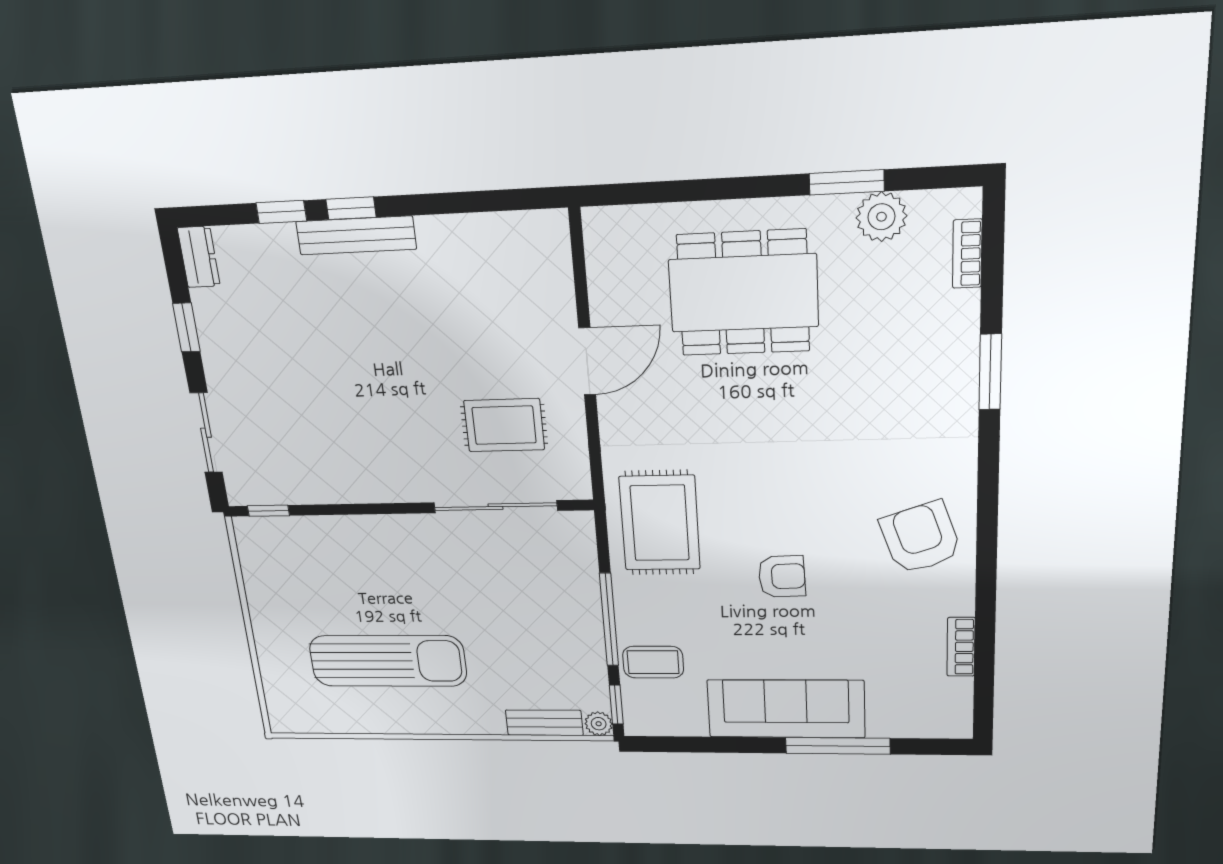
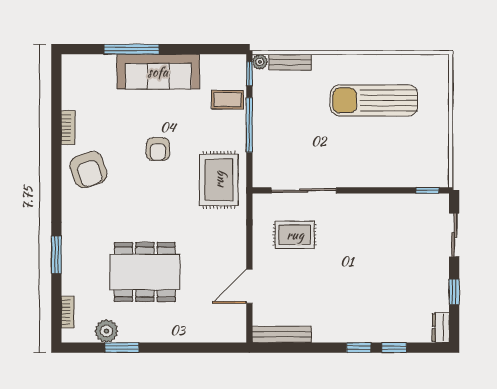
bench: (356, 235) -> (282, 334), moved
dining table: (743, 293) -> (145, 272), moved
door: (587, 361) -> (249, 286), moved
armchair: (782, 576) -> (158, 149), turned -88
bookcase: (961, 647) -> (68, 128), moved

